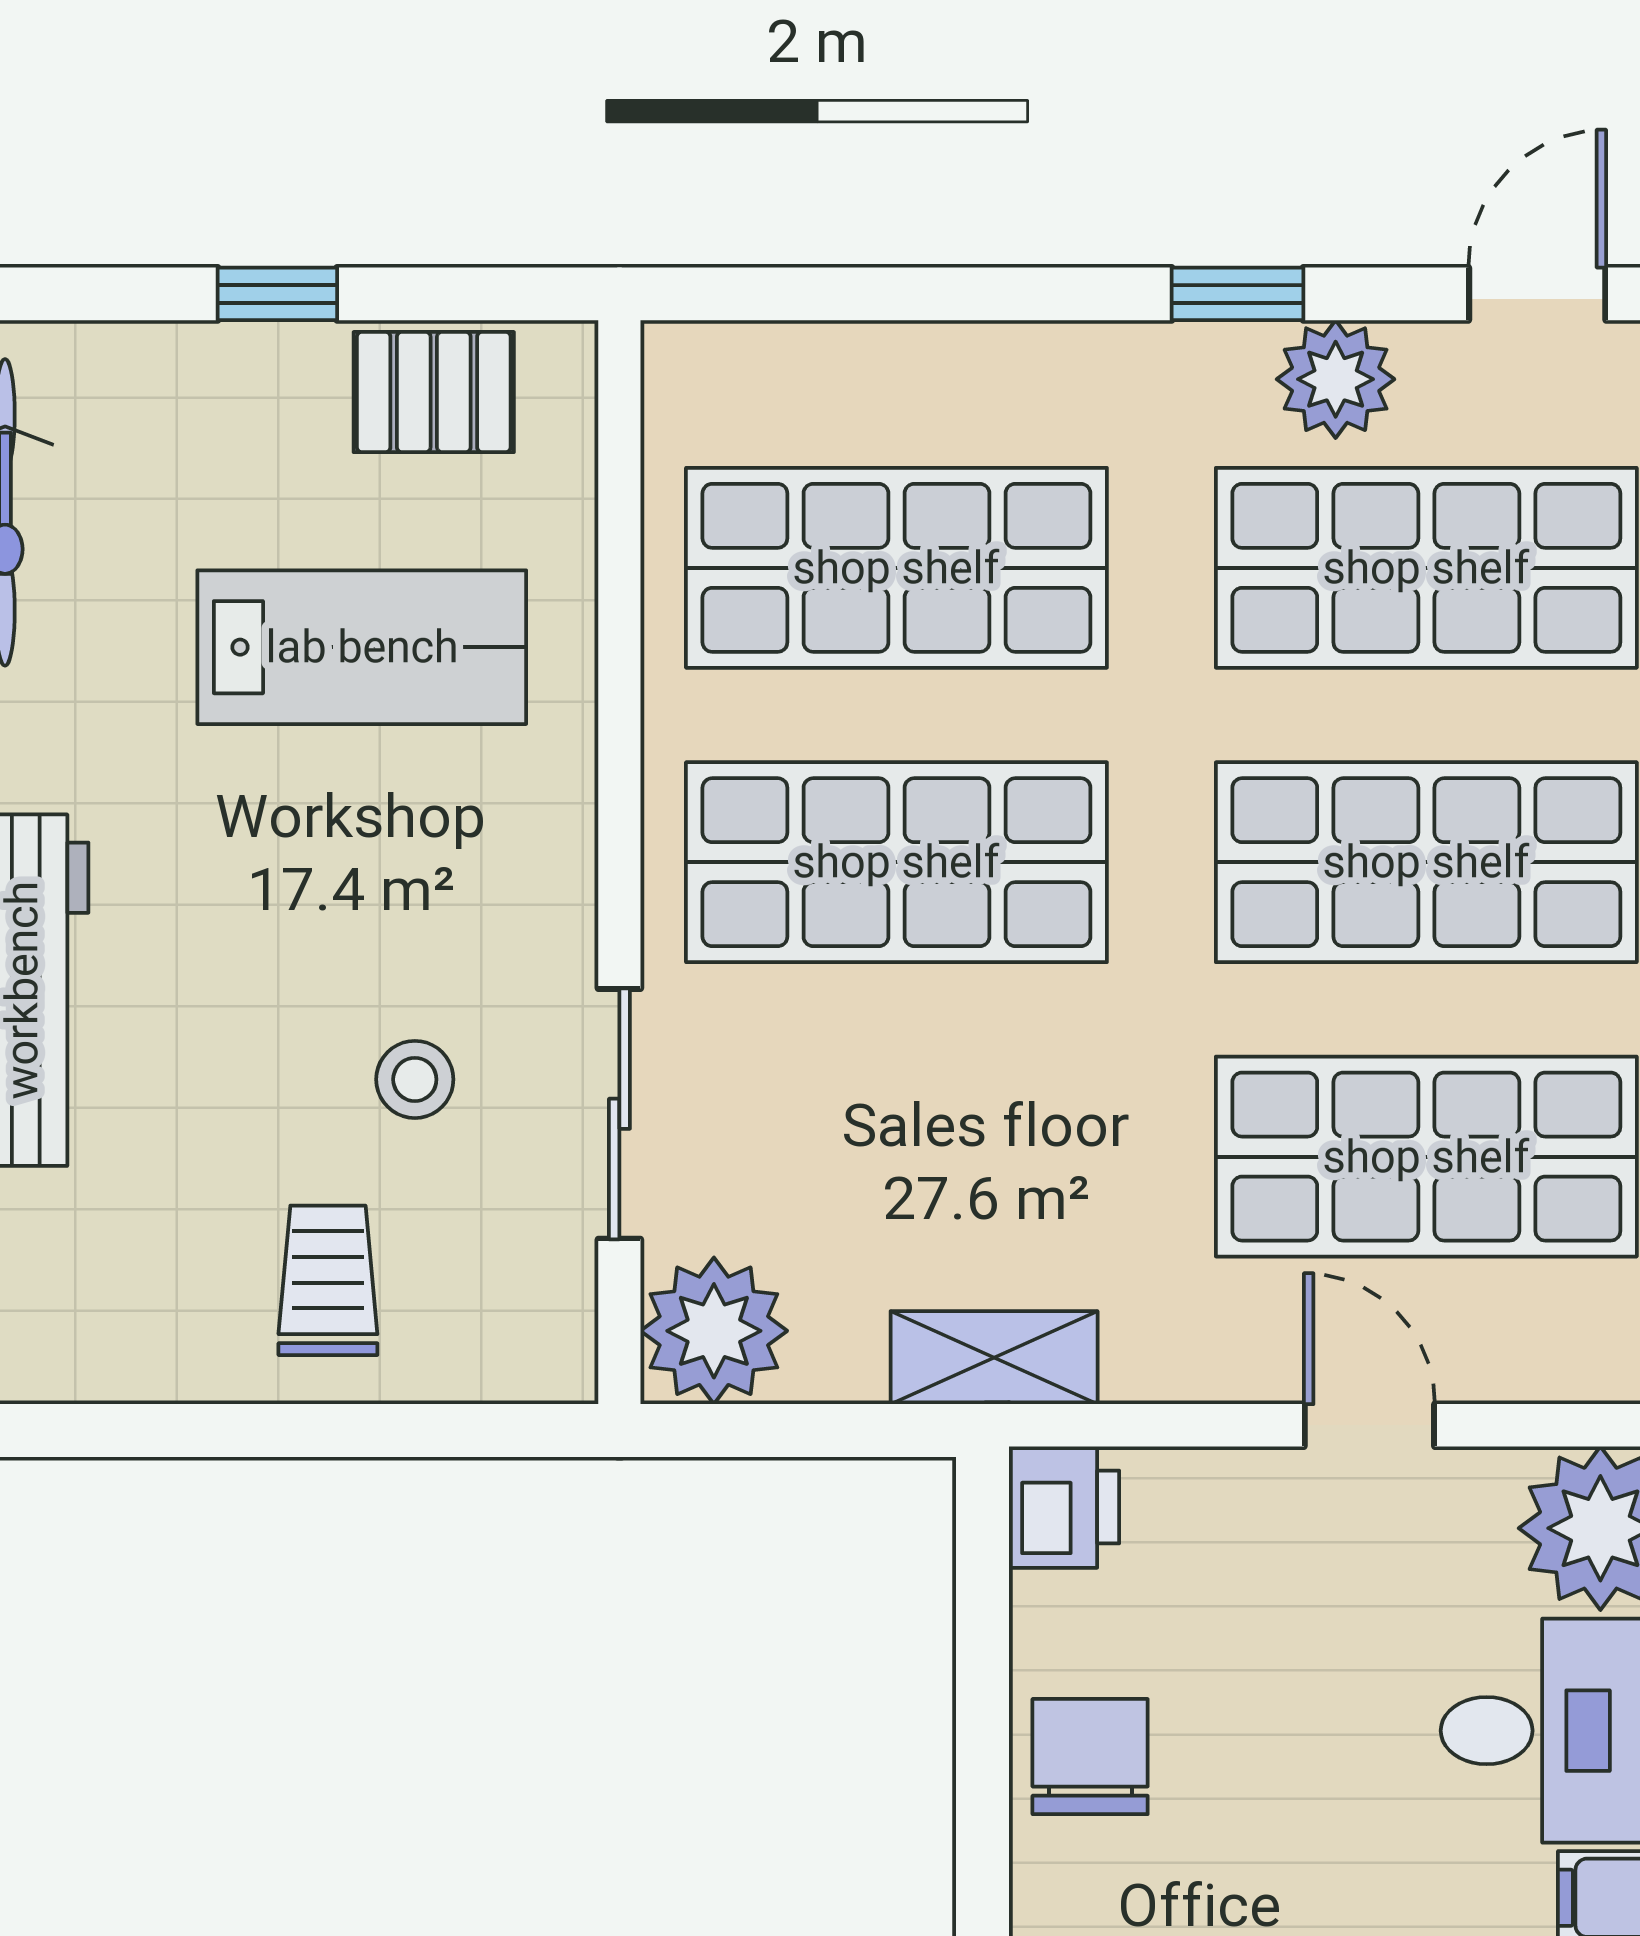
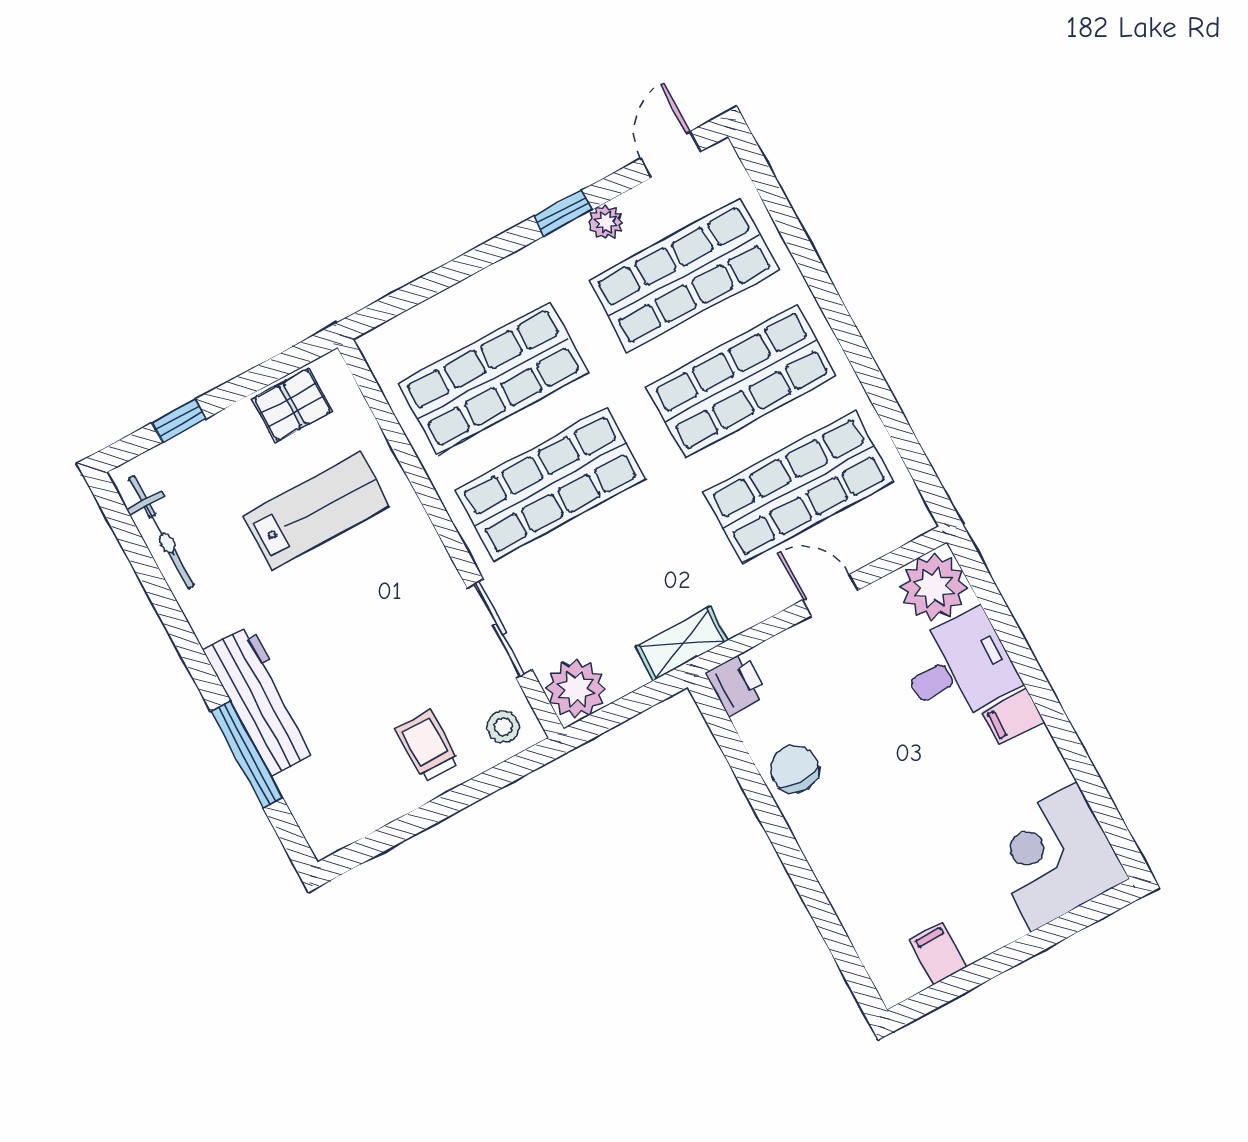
window: (277, 294) -> (179, 421), moved
plant: (1336, 379) -> (606, 222), width x0.73, depth x0.73
stool: (415, 1079) -> (503, 727), moved

